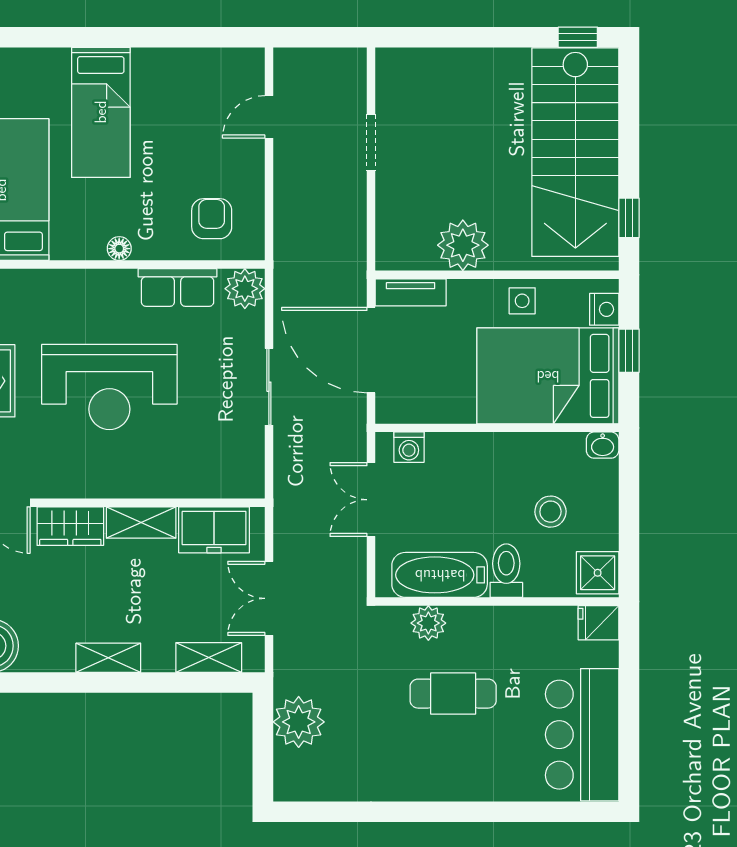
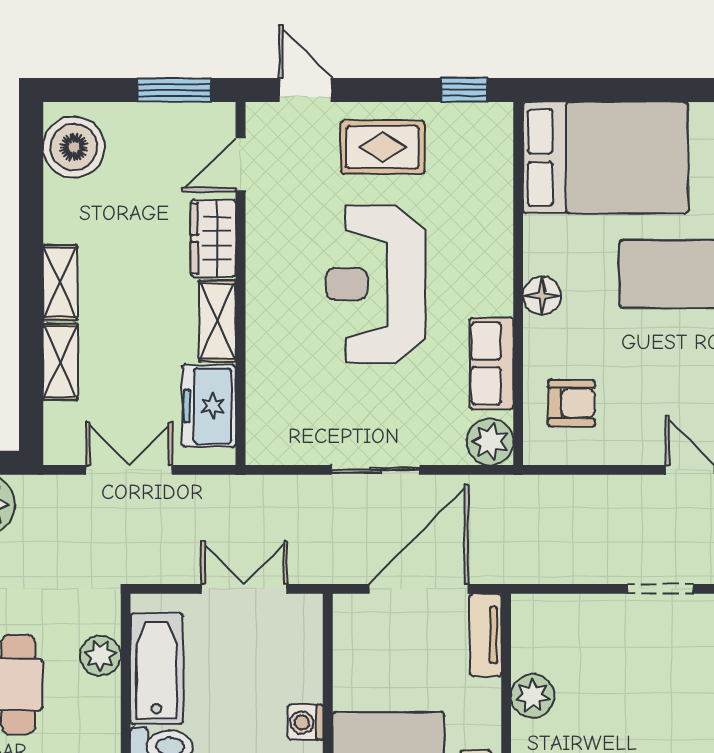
plant: (463, 245) -> (533, 696), width x0.73, depth x0.73
floor lamp: (119, 249) -> (542, 295), width x1.37, depth x1.37
washing machine: (409, 447) -> (305, 722), moved
shelving: (209, 657) -> (60, 362), moved

